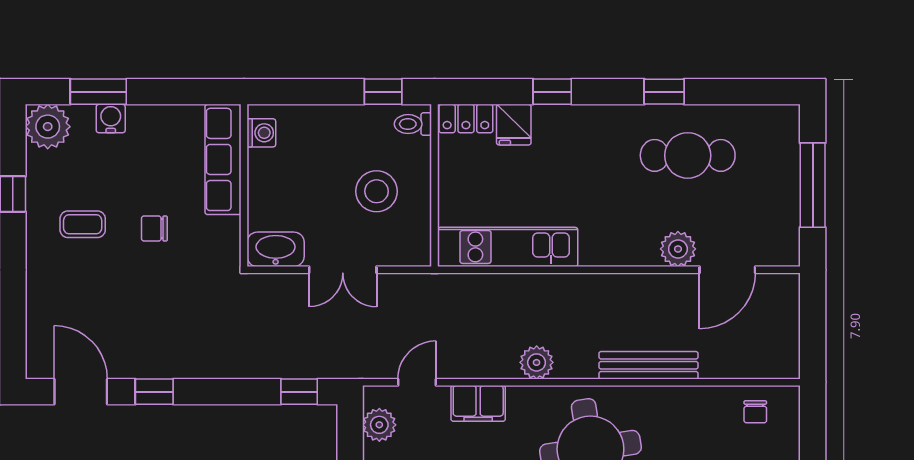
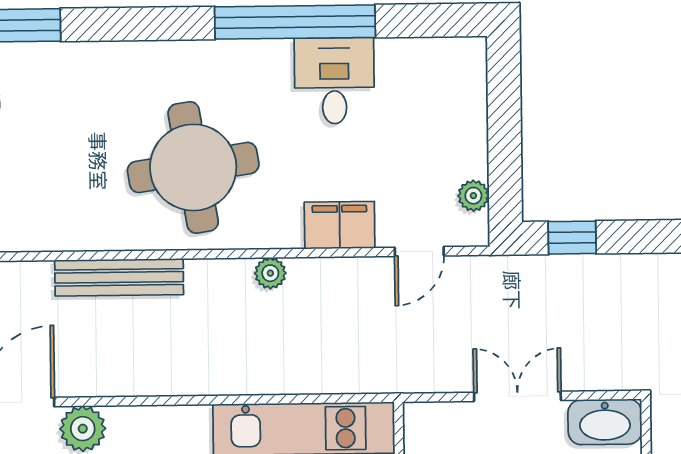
plant: (537, 362) -> (270, 273), width x0.73, depth x0.73
plant: (379, 425) -> (473, 196), width x0.73, depth x0.73

